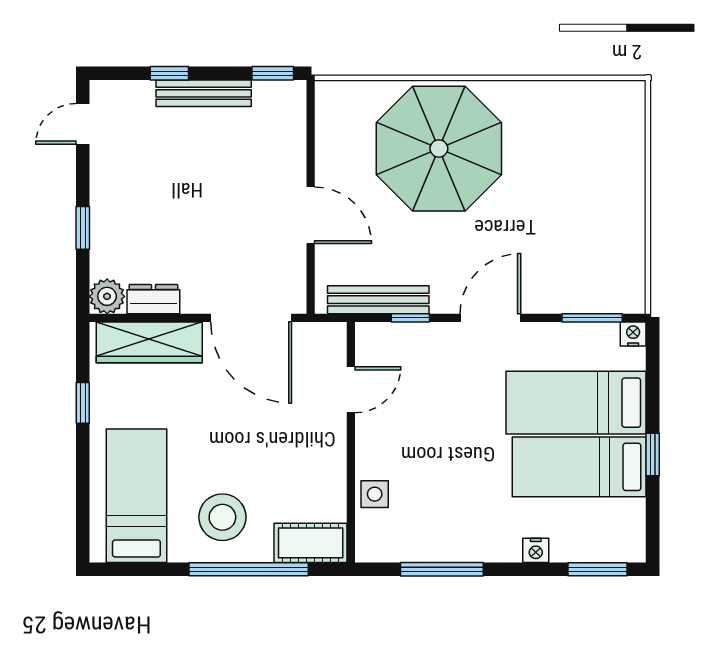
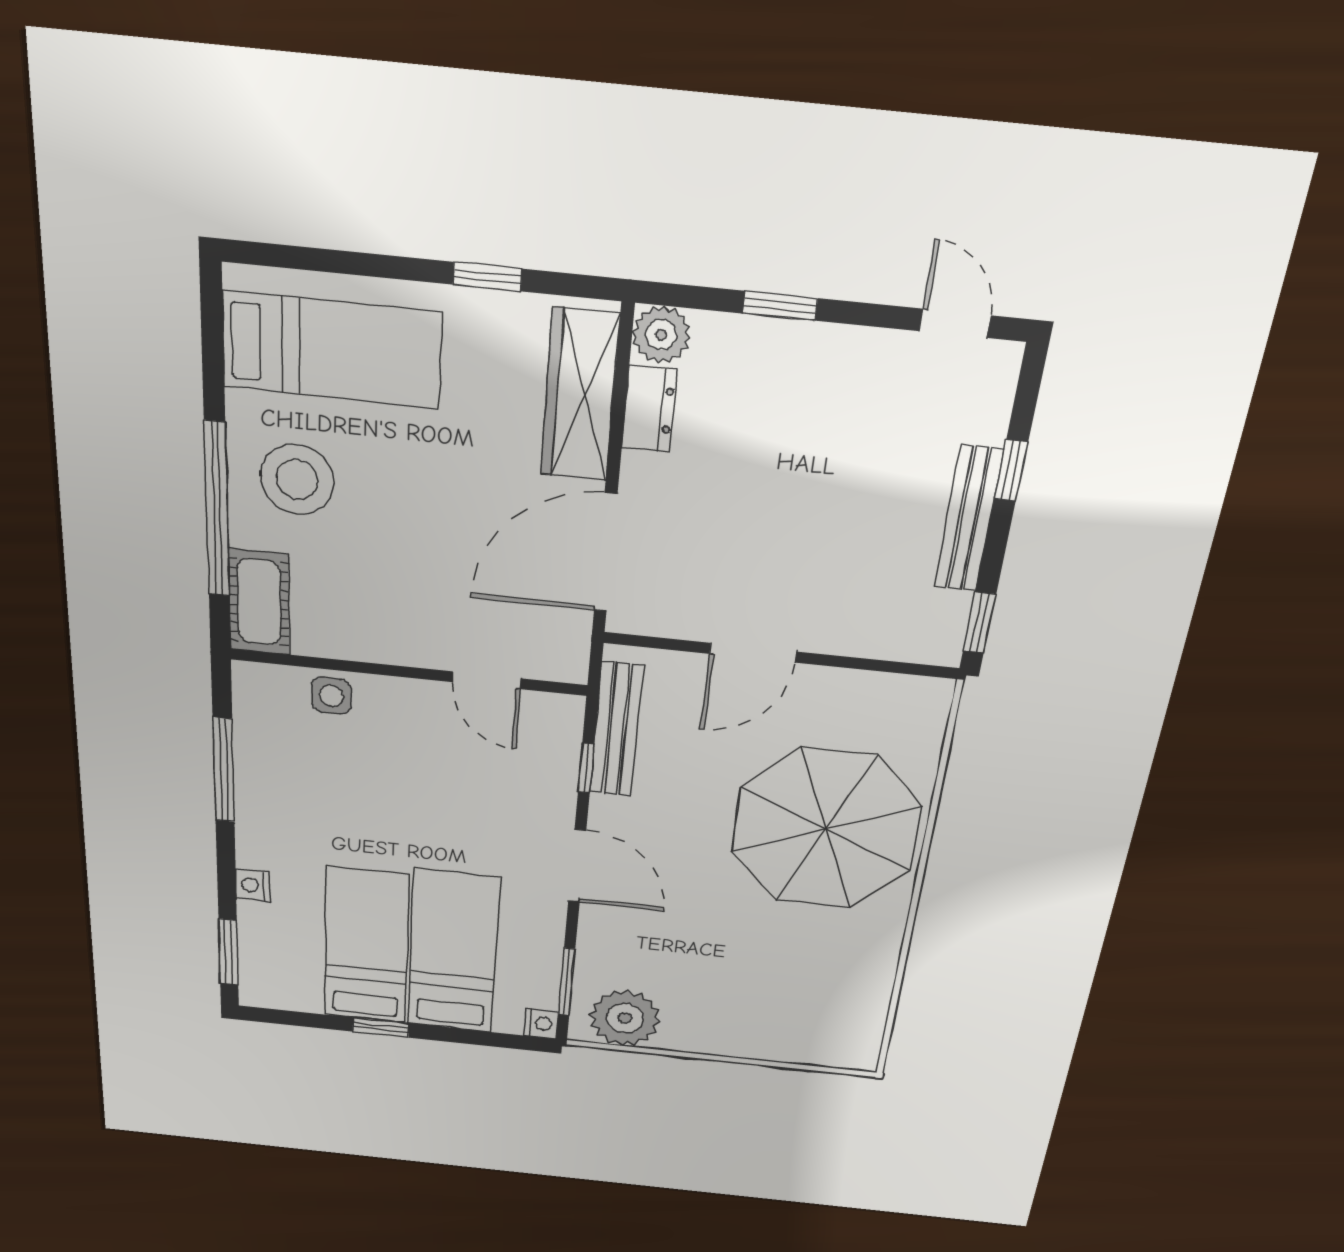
plant: (620, 272) -> (625, 1018), added

